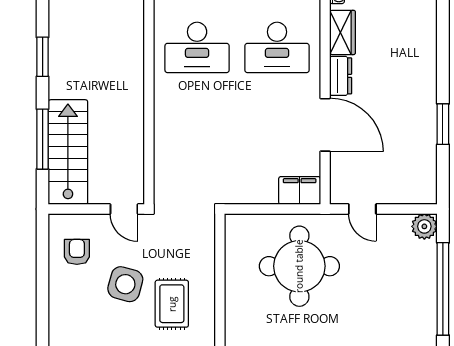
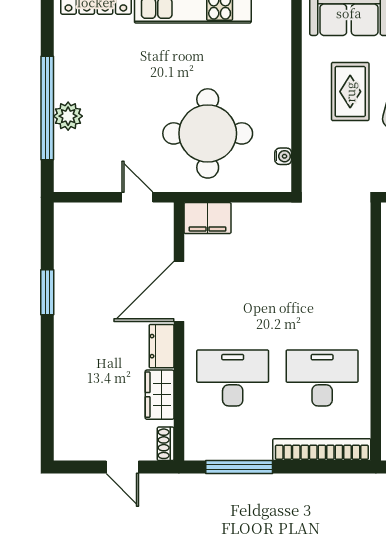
door: (325, 125) -> (179, 291), hinge flipped
plant: (424, 226) -> (68, 116), moved
water cooler: (232, 246) -> (283, 156), added

